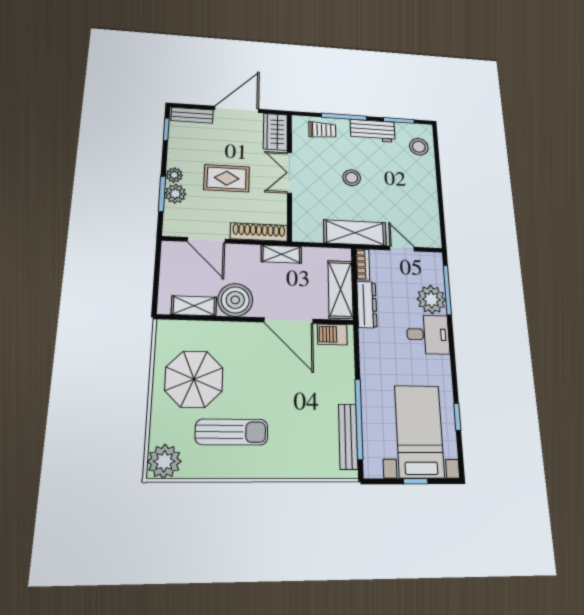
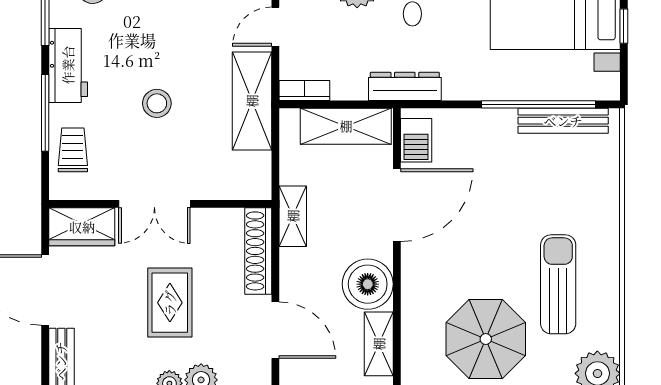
door: (206, 240) -> (275, 330), hinge flipped
dresser: (367, 305) -> (405, 86), moved

